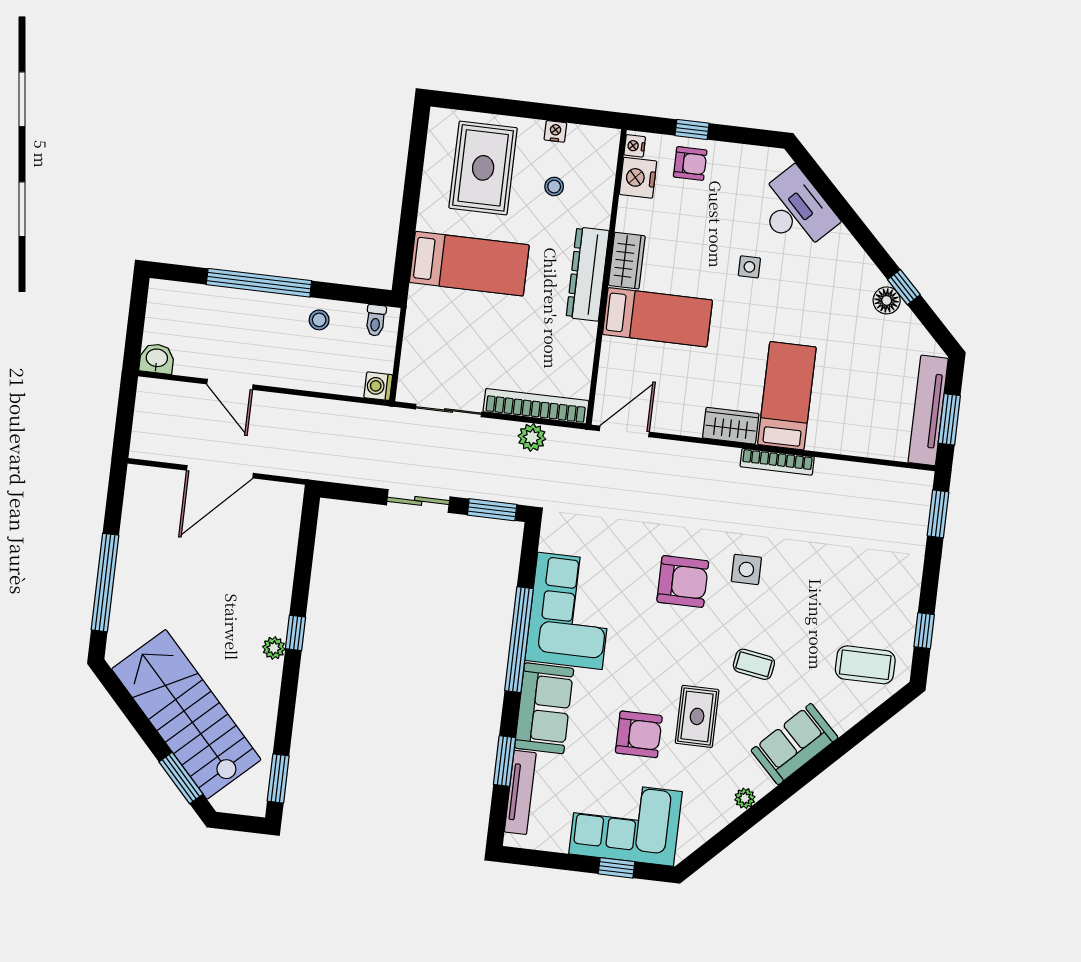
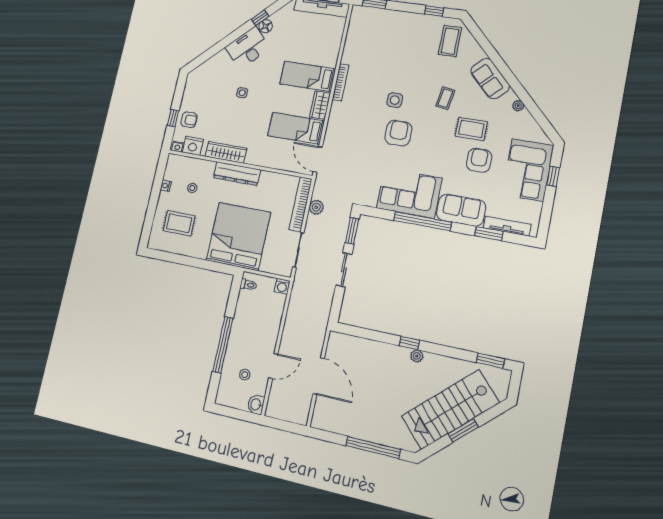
armchair: (690, 164) -> (189, 120), turned 90
rug: (483, 168) -> (179, 223), width x0.73, depth x0.70
desk: (795, 210) -> (248, 48), moved
wardrobe: (627, 261) -> (226, 152), width x1.50
bed: (469, 264) -> (238, 236), width x2.04
bed: (657, 317) -> (296, 128), moved, turned -90
stool: (319, 320) -> (245, 375), moved
window: (181, 778) -> (463, 430), moved

